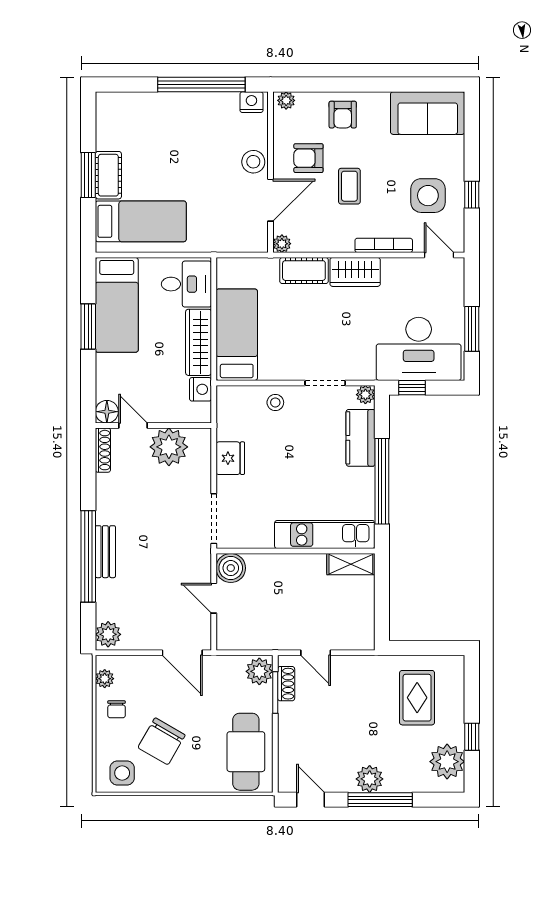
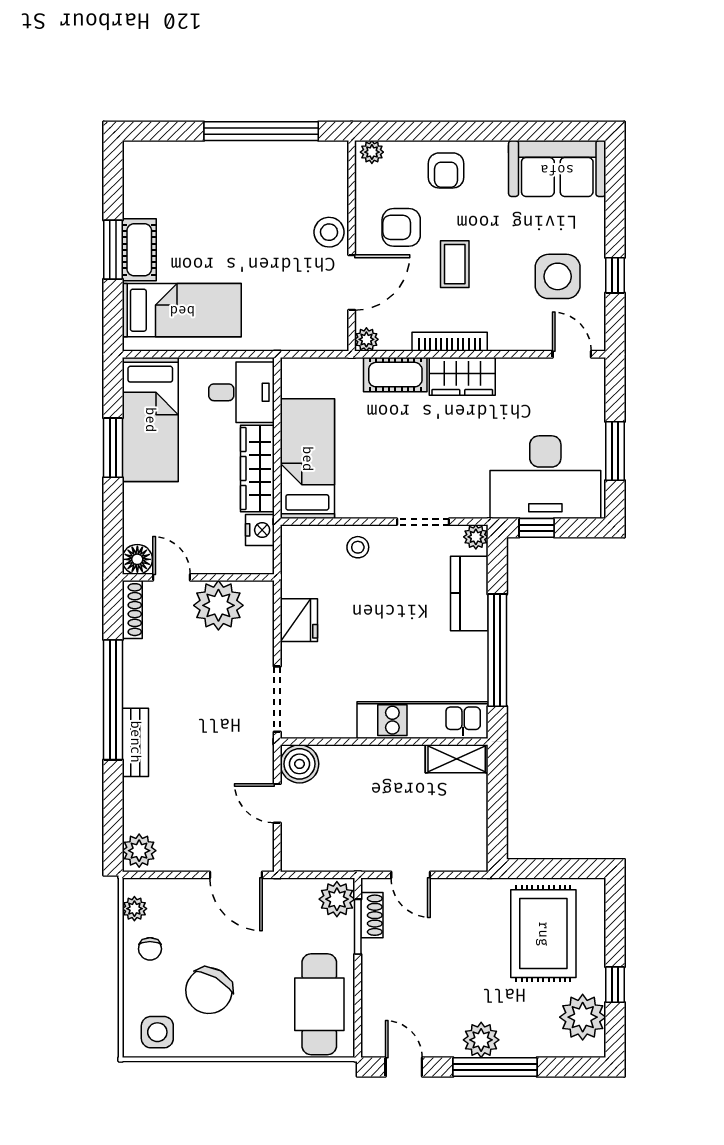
nightstand: (251, 102) -> (327, 154), removed
bookcase: (384, 245) -> (450, 342), moved
window: (88, 556) -> (113, 700), moved
rug: (417, 698) -> (543, 934), width x1.36, depth x1.43

